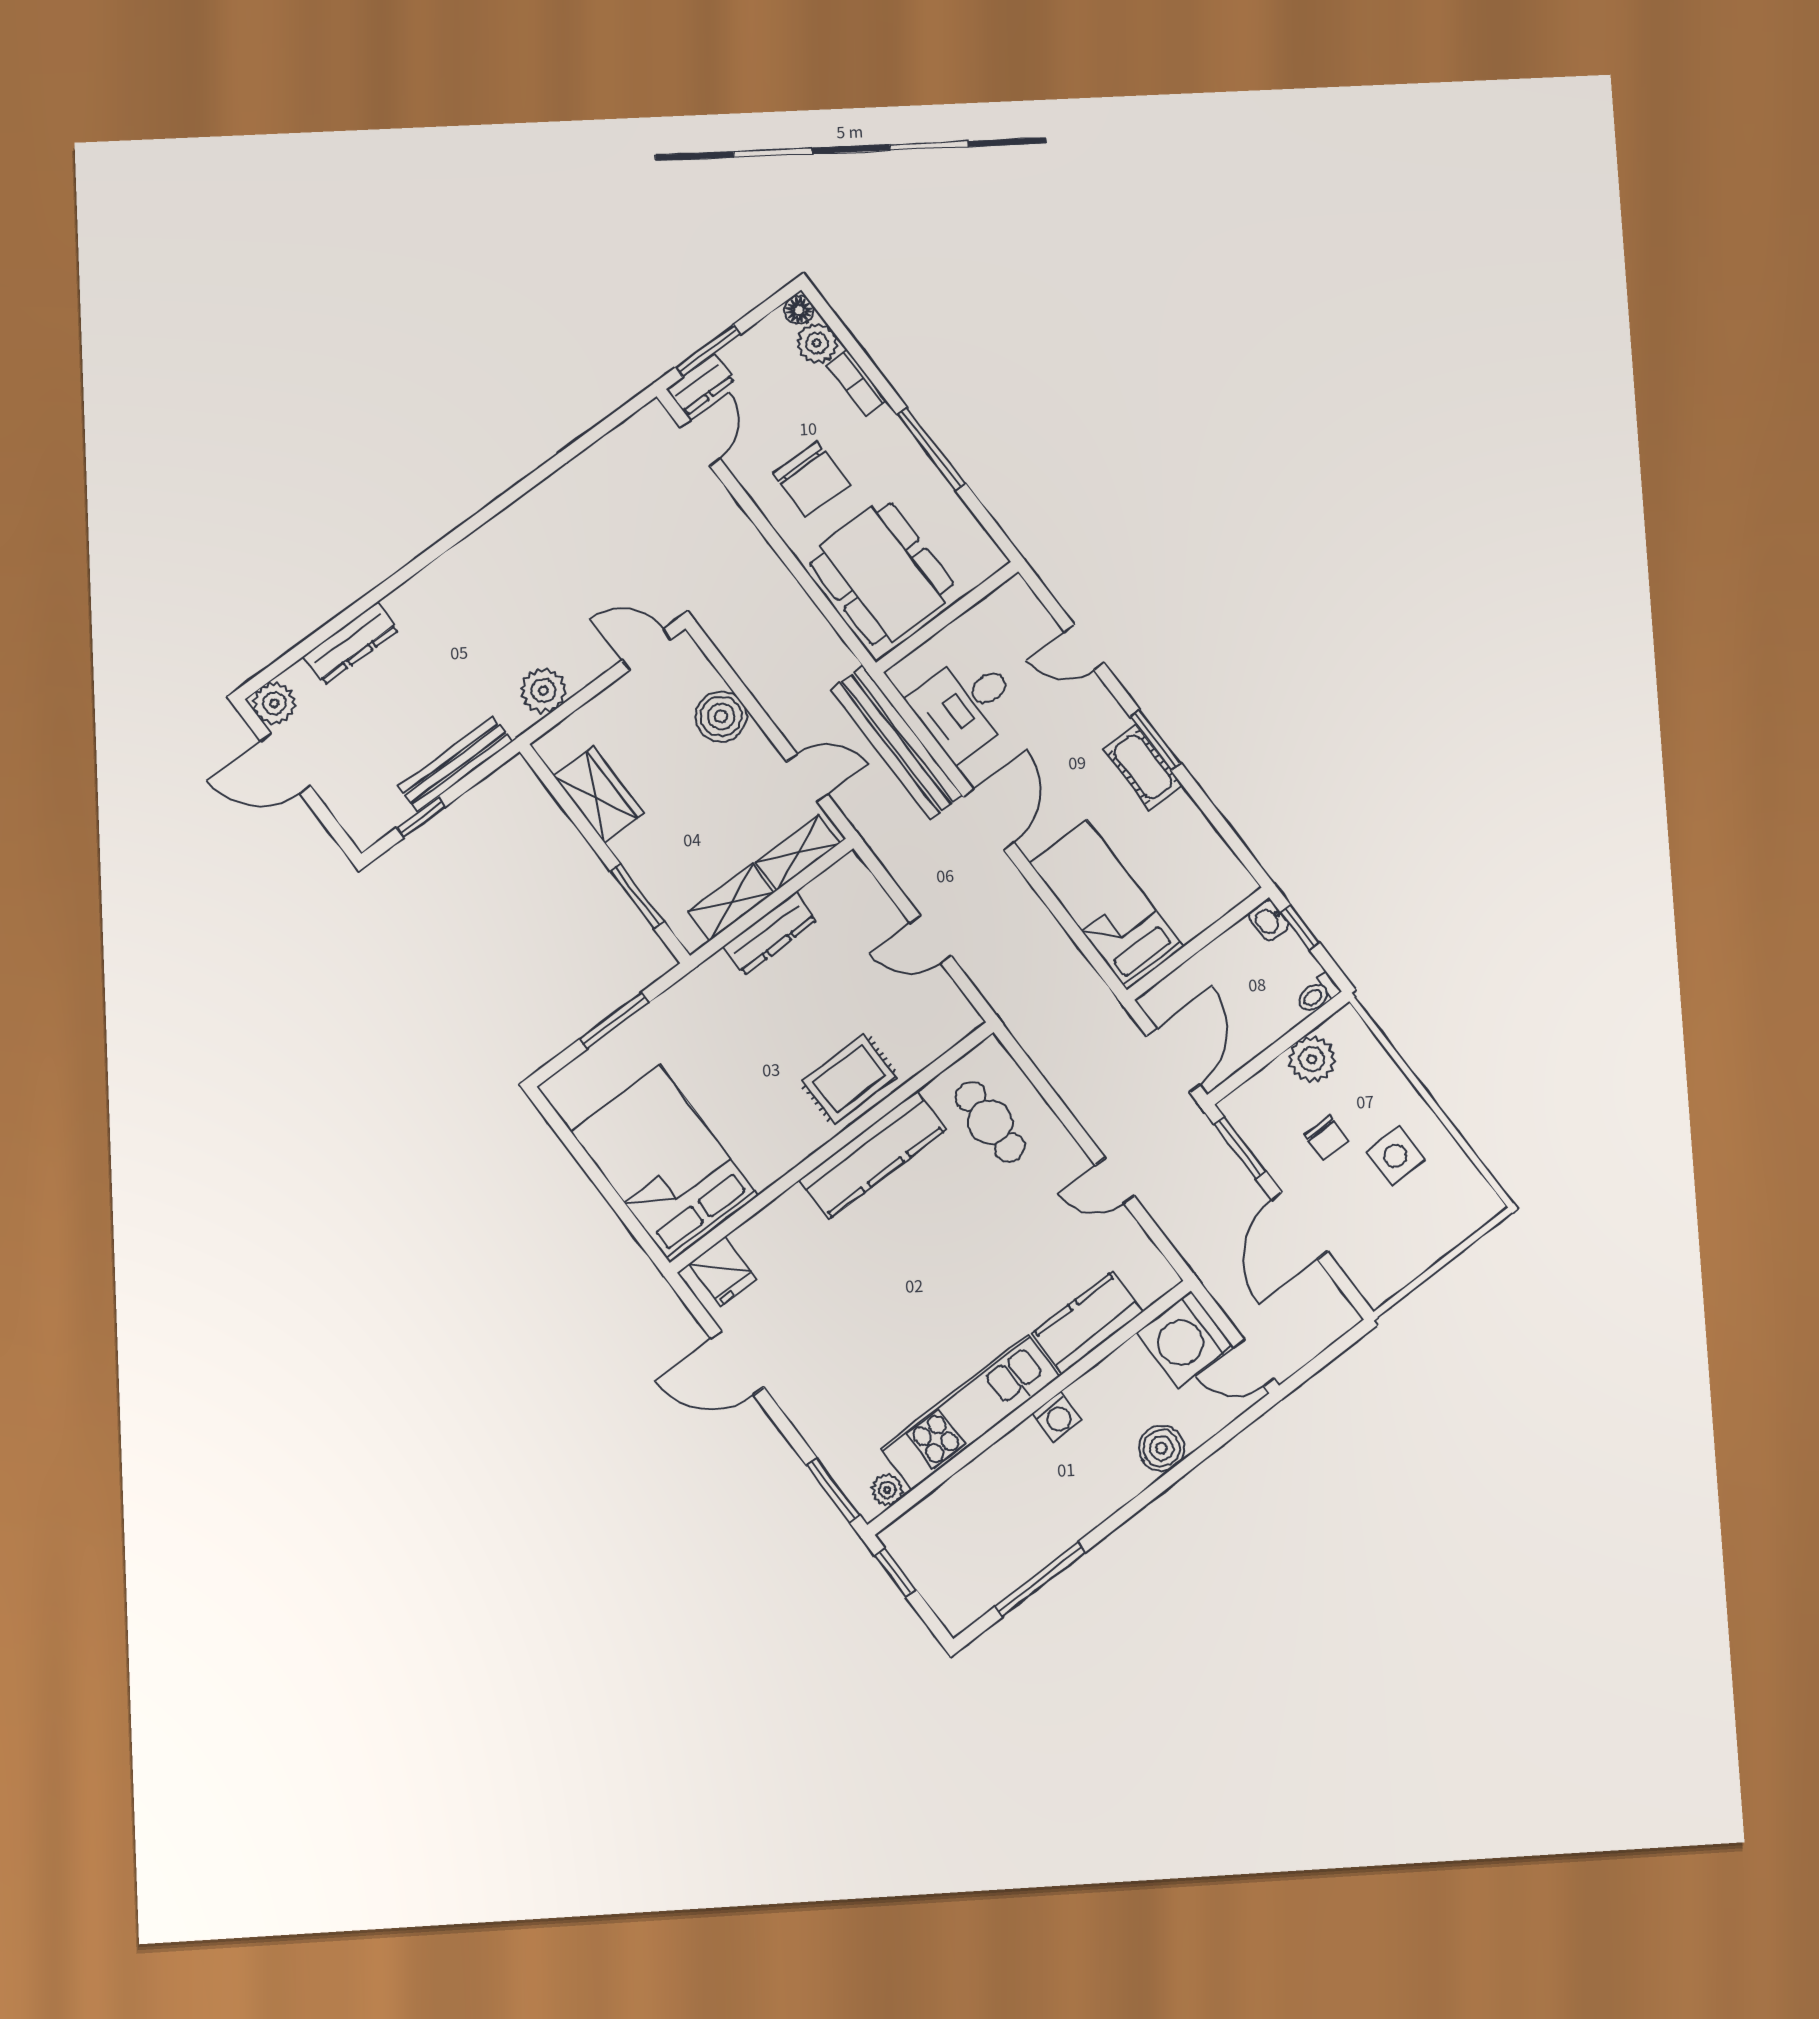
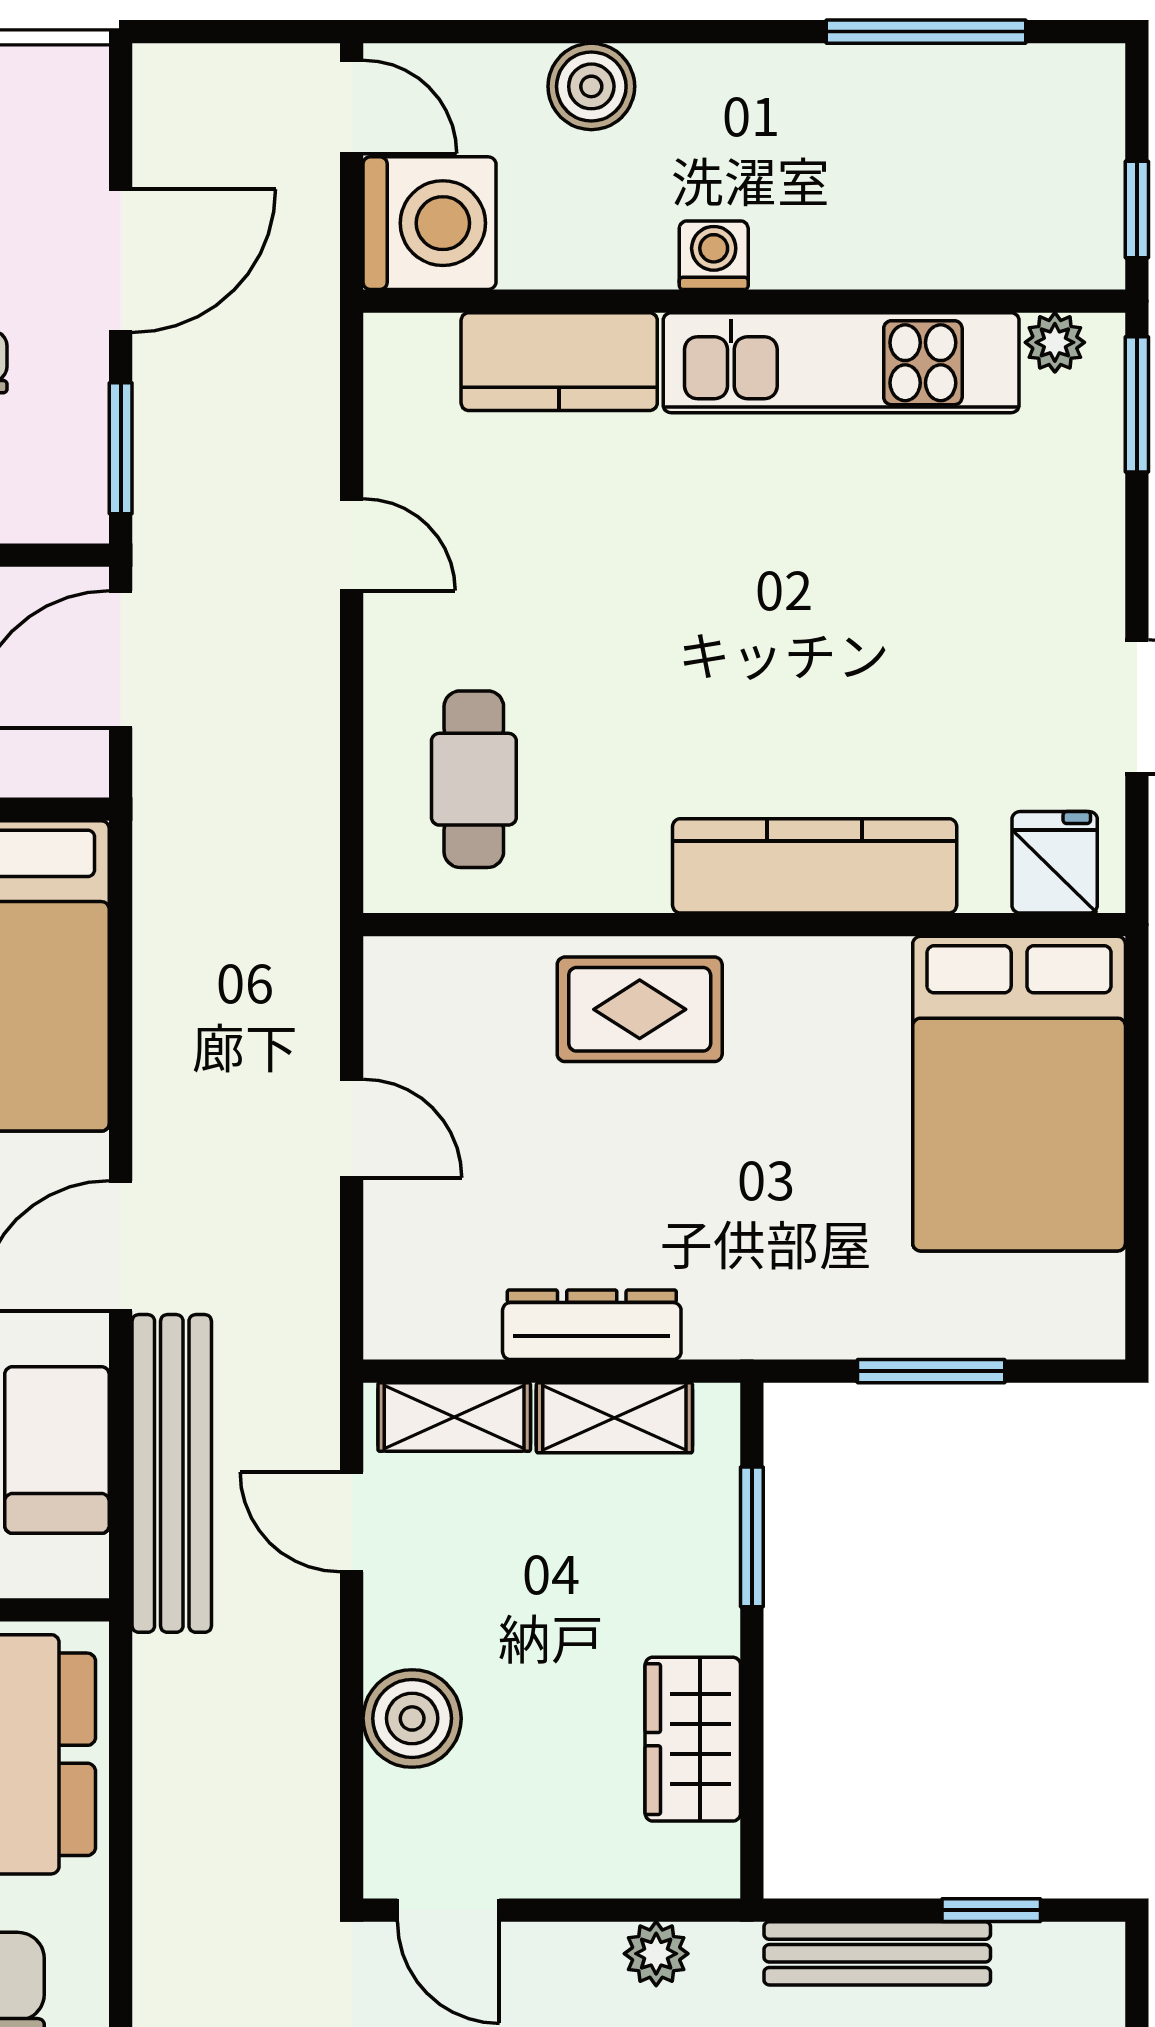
plant: (543, 691) -> (656, 1954), width x0.73, depth x0.73
kitchen counter: (873, 1155) -> (815, 866), moved

